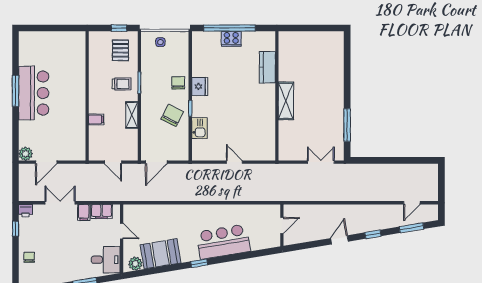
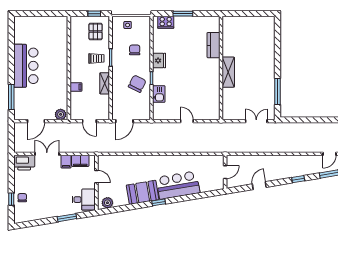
window: (229, 28) -> (183, 14), width x0.47
cooker: (231, 39) -> (166, 22), moved
chair: (178, 83) -> (135, 50), moved
window: (16, 91) -> (11, 97), moved
plant: (26, 154) -> (61, 114), moved
printer: (26, 211) -> (24, 163), width x1.87, depth x1.48
window: (16, 229) -> (11, 199), moved
door: (339, 240) -> (259, 186), moved
booth: (161, 254) -> (143, 192), moved

